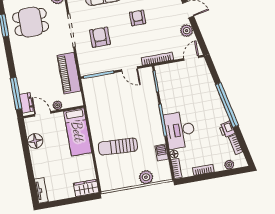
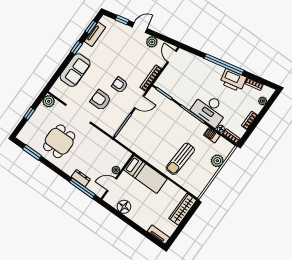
armchair: (138, 18) -> (120, 85), moved
dining table: (31, 22) -> (59, 141), moved
piano: (69, 73) -> (103, 142), removed
dresser: (26, 103) -> (81, 178), moved
printer: (227, 129) -> (233, 80), width x1.87, depth x1.48
wardrobe: (86, 188) -> (183, 209), width x1.50

